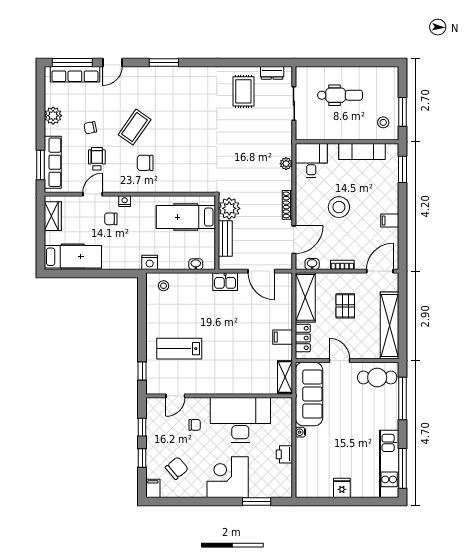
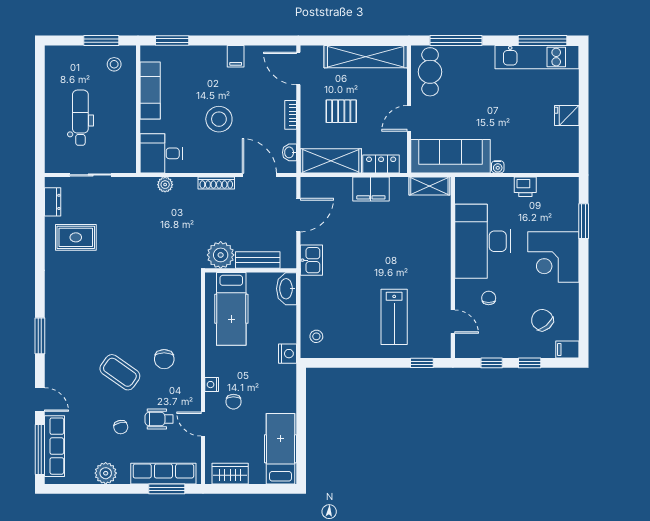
washbasin: (196, 264) -> (287, 289), width x1.91, depth x1.45
filing cabinet: (283, 337) -> (371, 189), width x2.00

